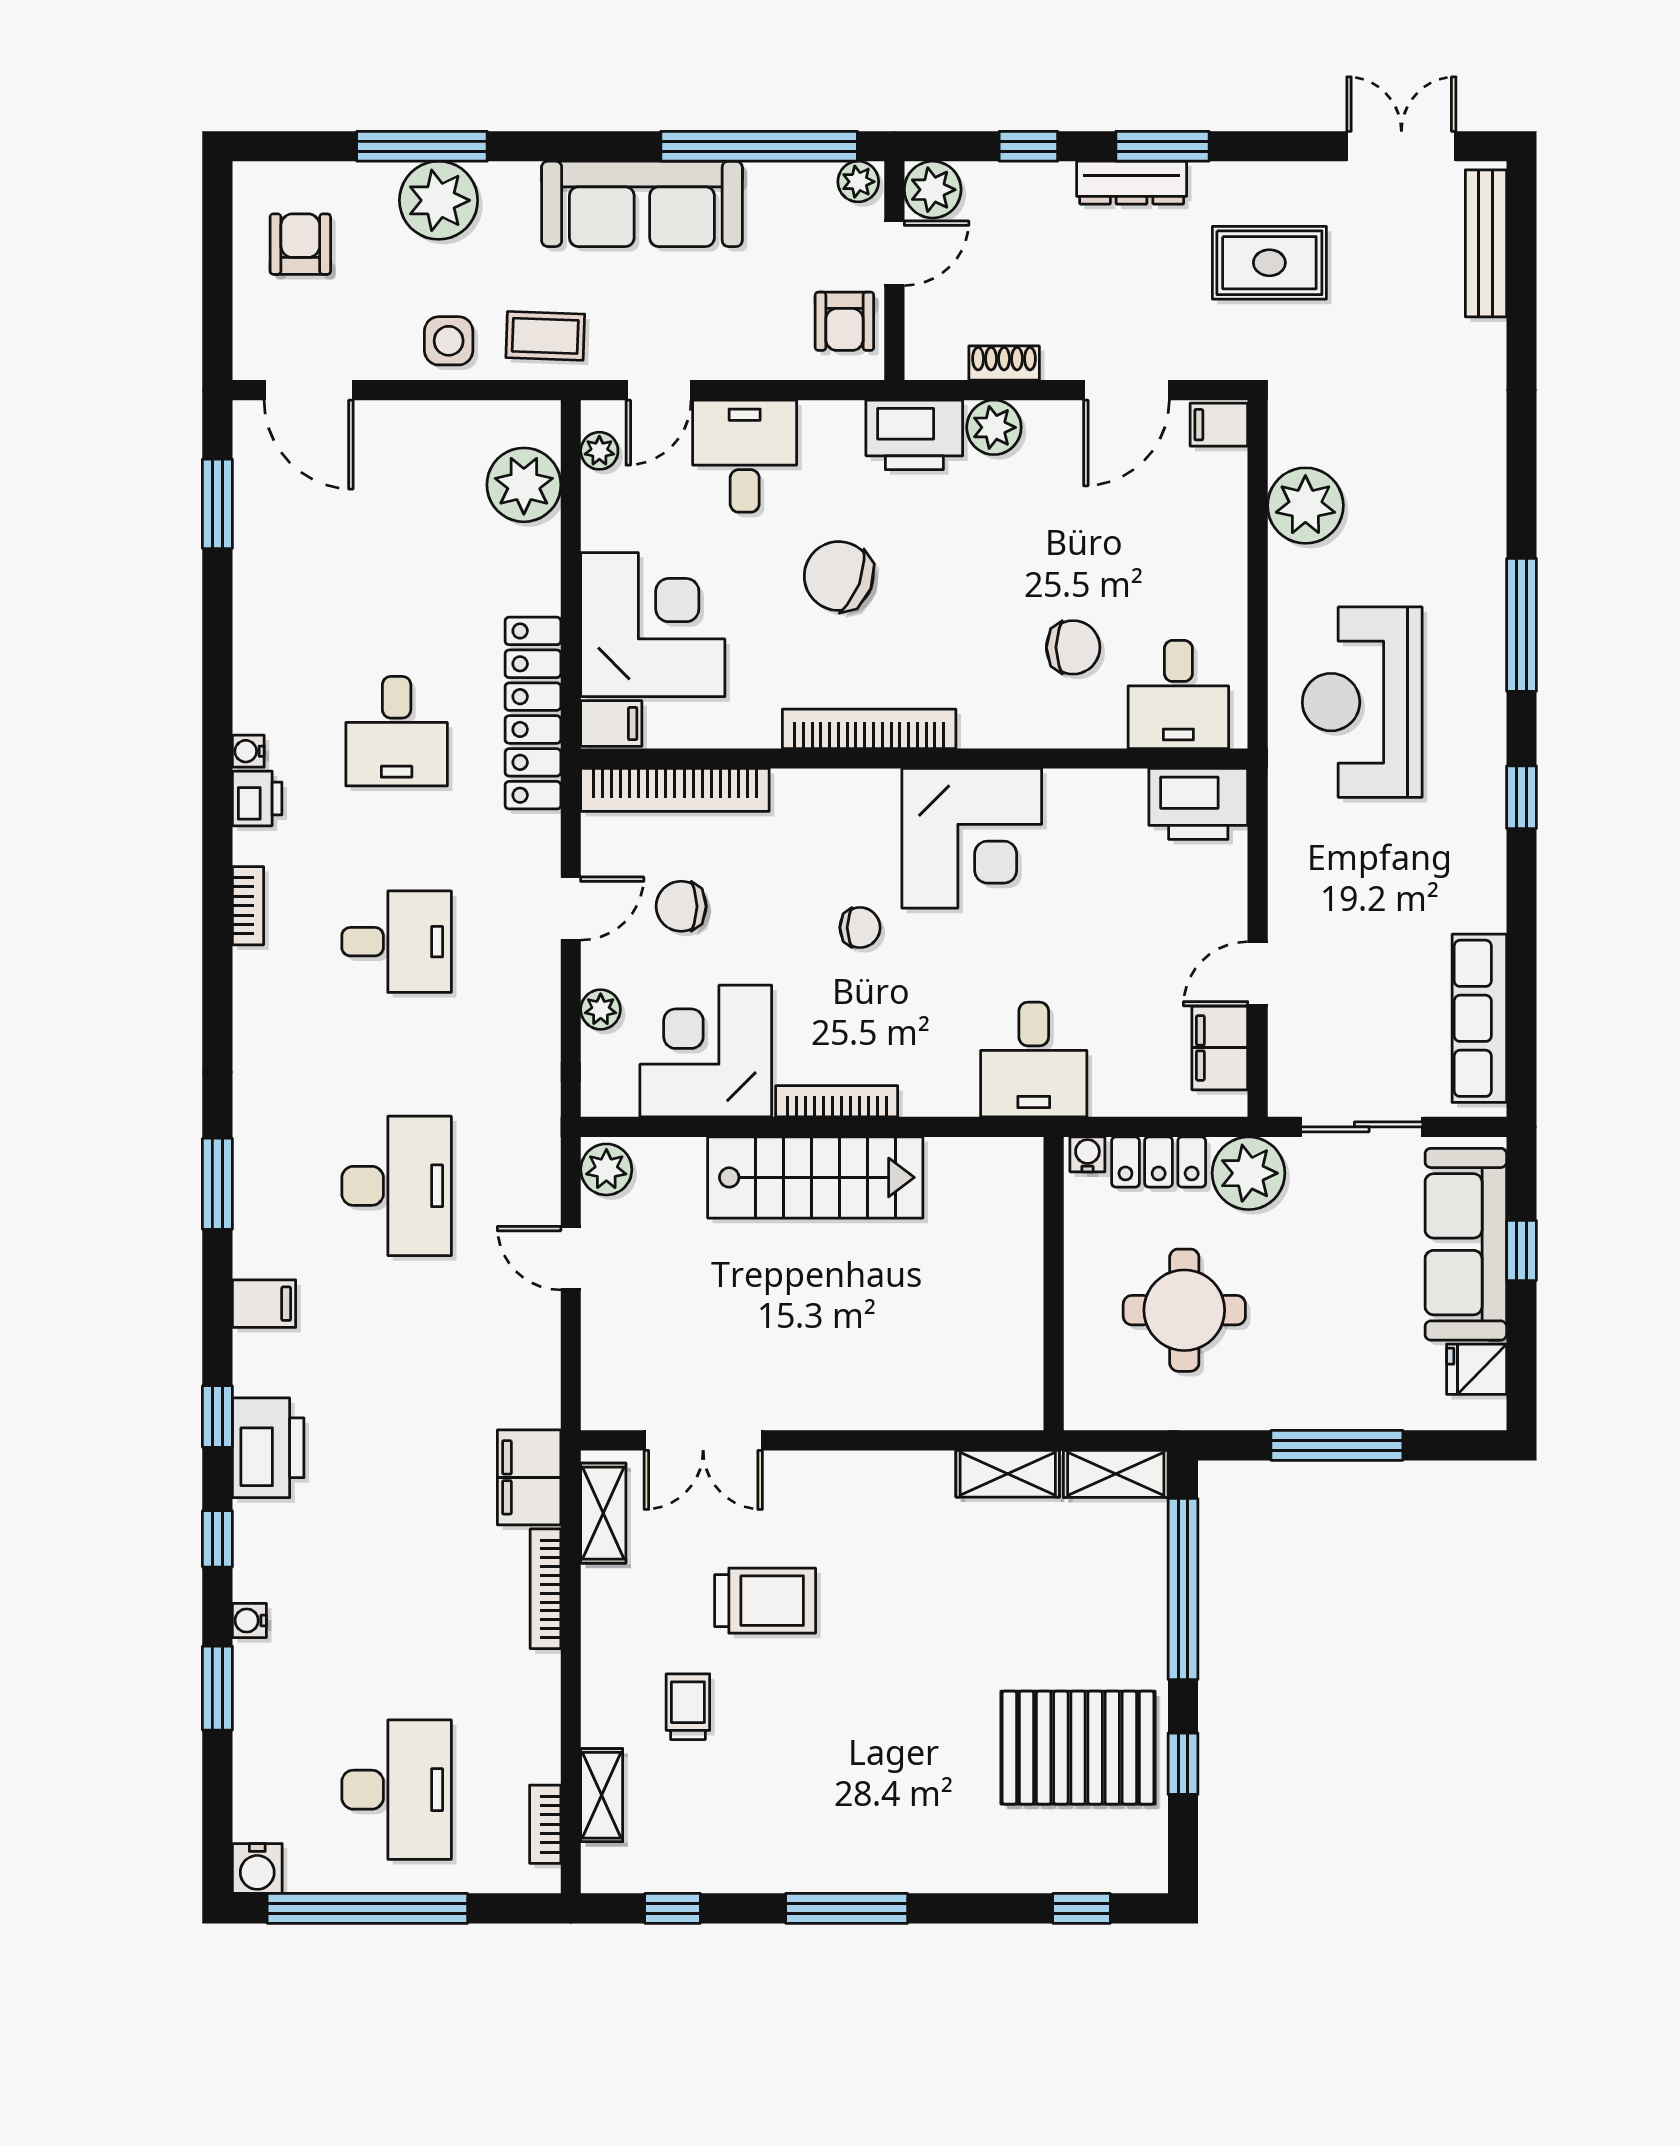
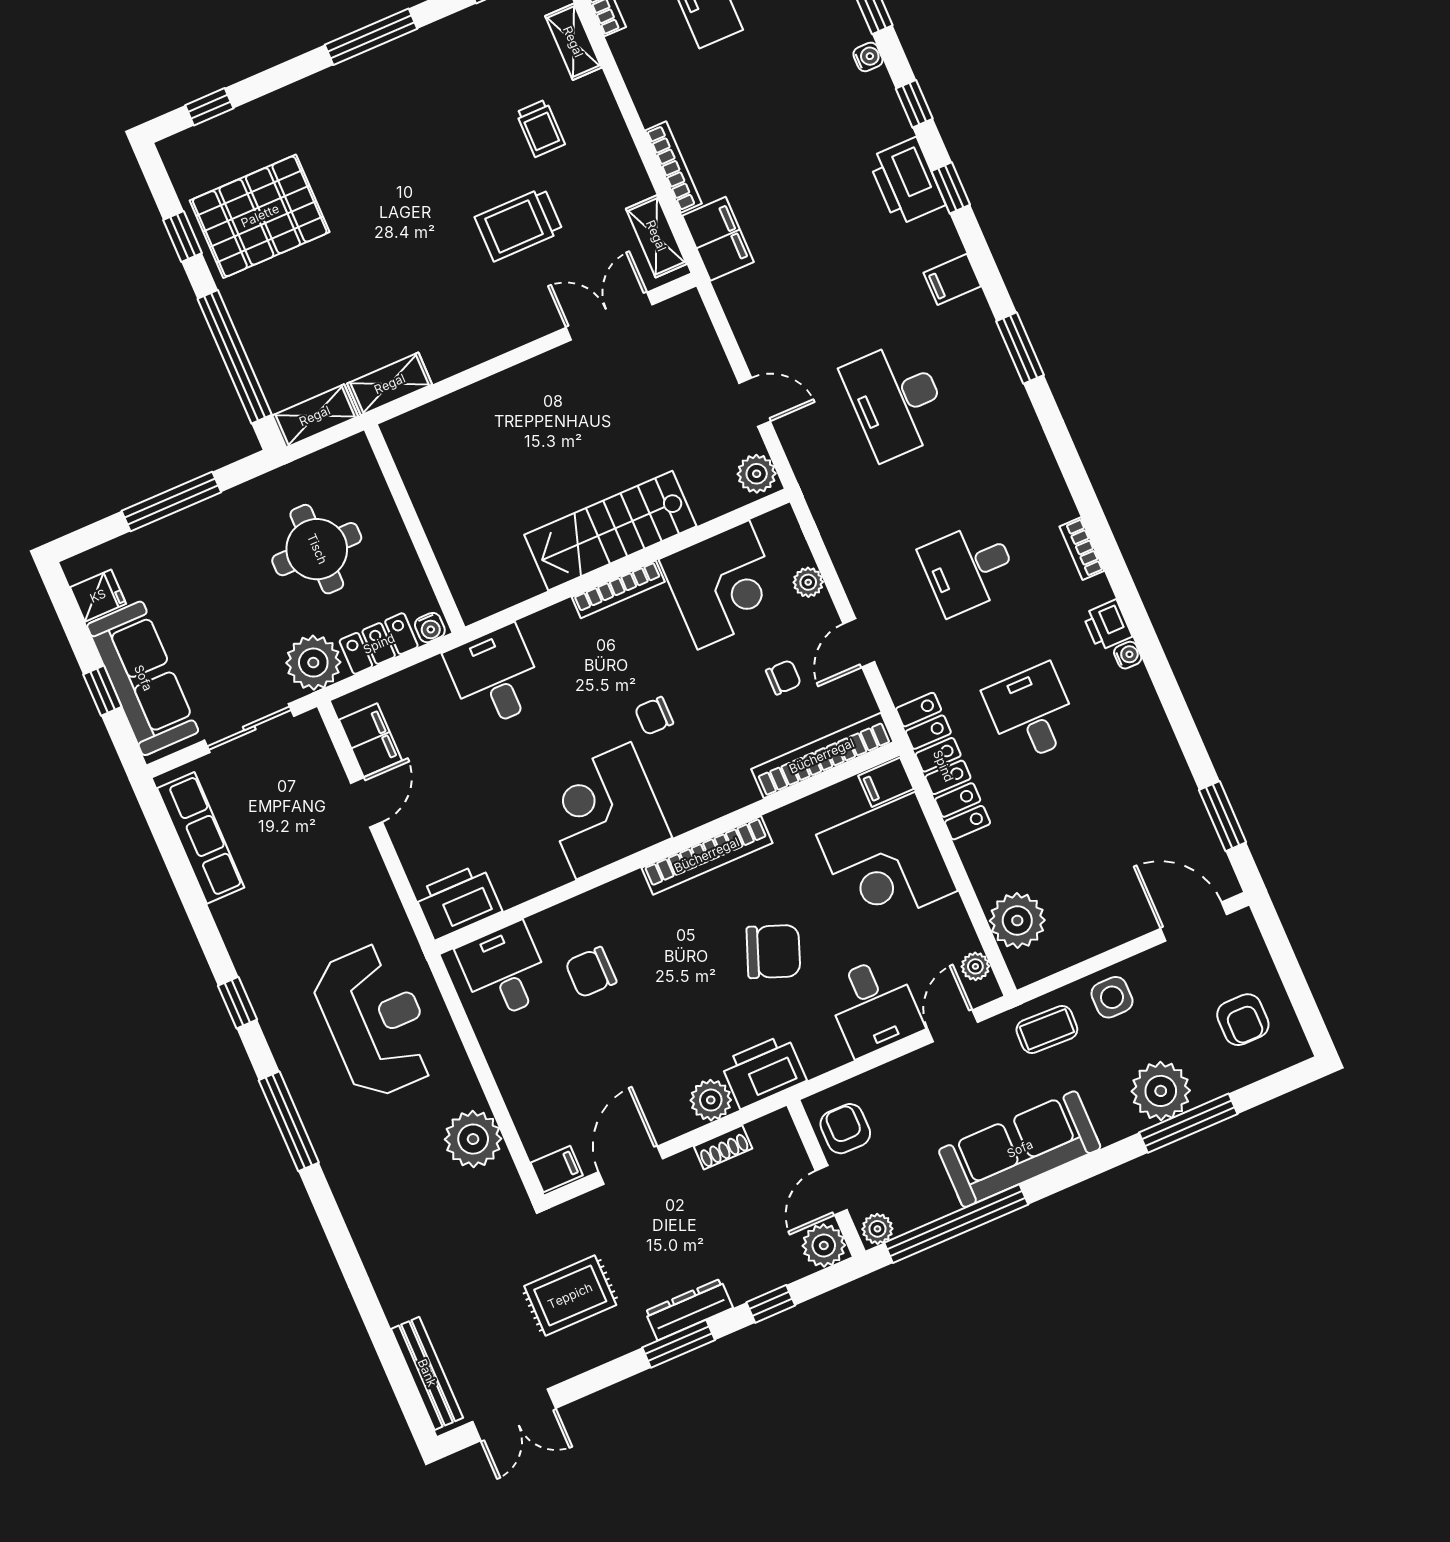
chair: (681, 906) -> (783, 677), width x0.73, depth x0.73

